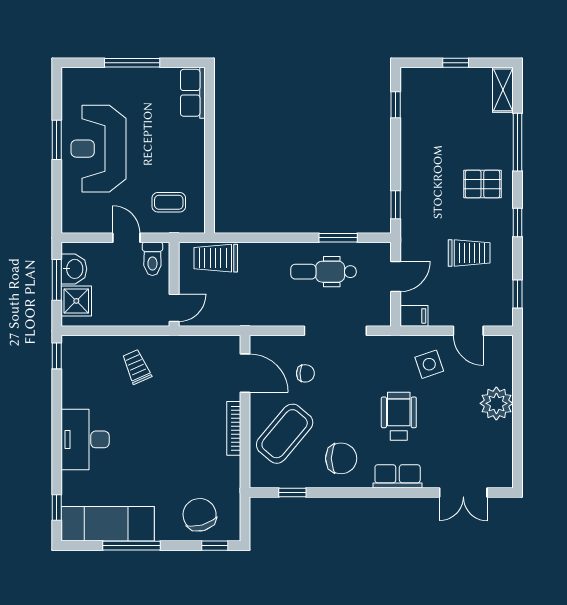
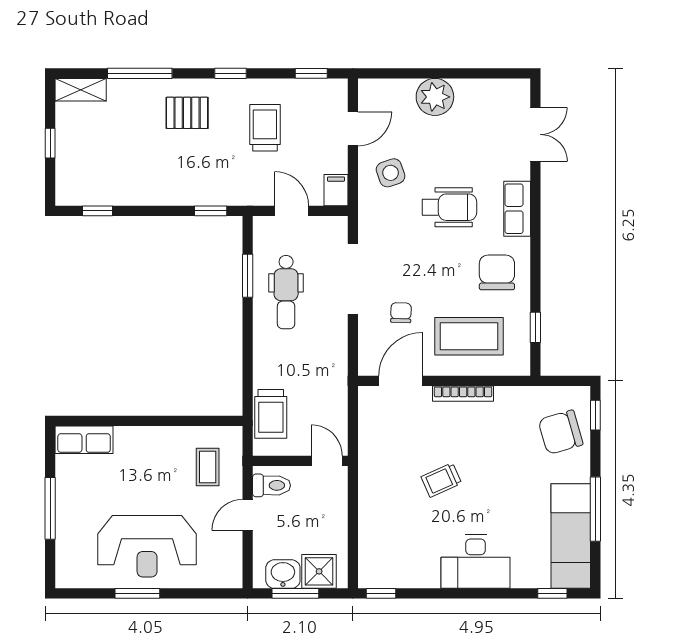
pallet: (482, 184) -> (187, 113), turned 90
trolley: (137, 367) -> (441, 480), moved
wheelchair: (399, 416) -> (449, 207), turned 180
coffee table: (285, 434) -> (469, 336), turned -40

